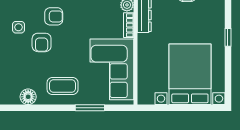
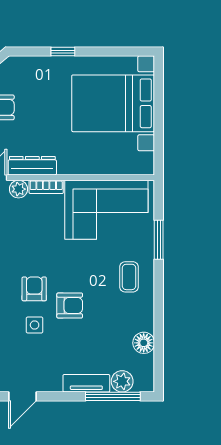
side table: (18, 27) -> (35, 325), moved
coffee table: (63, 86) -> (129, 277), width x0.73, depth x0.77
floor lamp: (28, 97) -> (144, 343), moved

